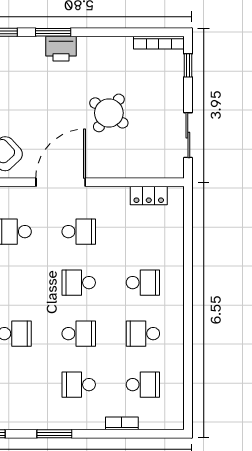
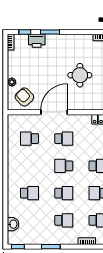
printer: (61, 49) -> (37, 41), moved
round table: (109, 113) -> (80, 75), turned -36
school desk: (79, 385) -> (64, 220), turned 180

